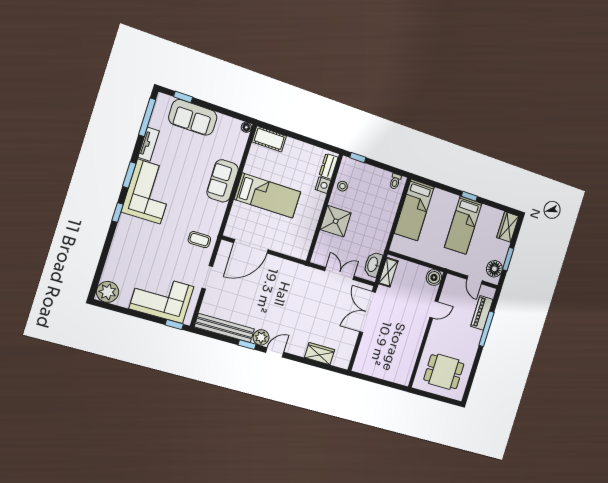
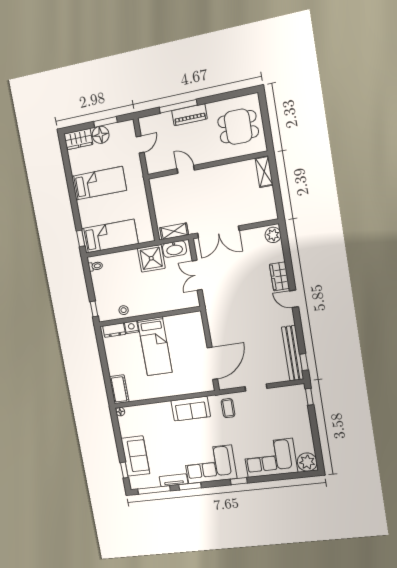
window: (129, 175) -> (190, 486), moved
sofa: (223, 181) -> (191, 409), moved
bed: (267, 196) -> (155, 346), moved, turned 180
window: (469, 196) -> (81, 238), moved
shower: (336, 221) -> (151, 258), moved
door: (251, 246) -> (212, 363), hinge flipped
floor lamp: (494, 269) -> (101, 135), moved
boiler: (434, 277) -> (157, 185), removed
corner sofa: (162, 298) -> (270, 458), moved, turned 90
piano: (482, 313) -> (189, 115), moved
plant: (261, 337) -> (273, 235), moved
window: (247, 345) -> (304, 362), moved
wardrobe: (320, 354) -> (279, 276), moved
dining table: (444, 372) -> (238, 127), turned 90
shelving: (397, 377) -> (264, 172), added

